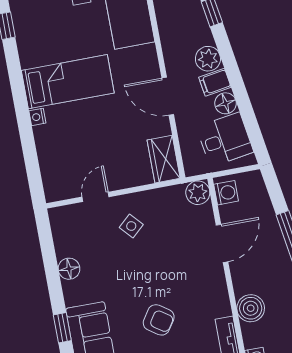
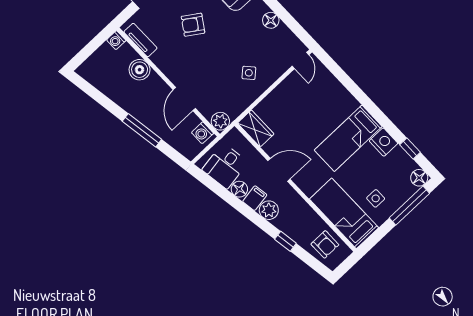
nightstand: (37, 117) -> (384, 142), moved, width x1.89, depth x1.79
door: (96, 197) -> (301, 60), moved

